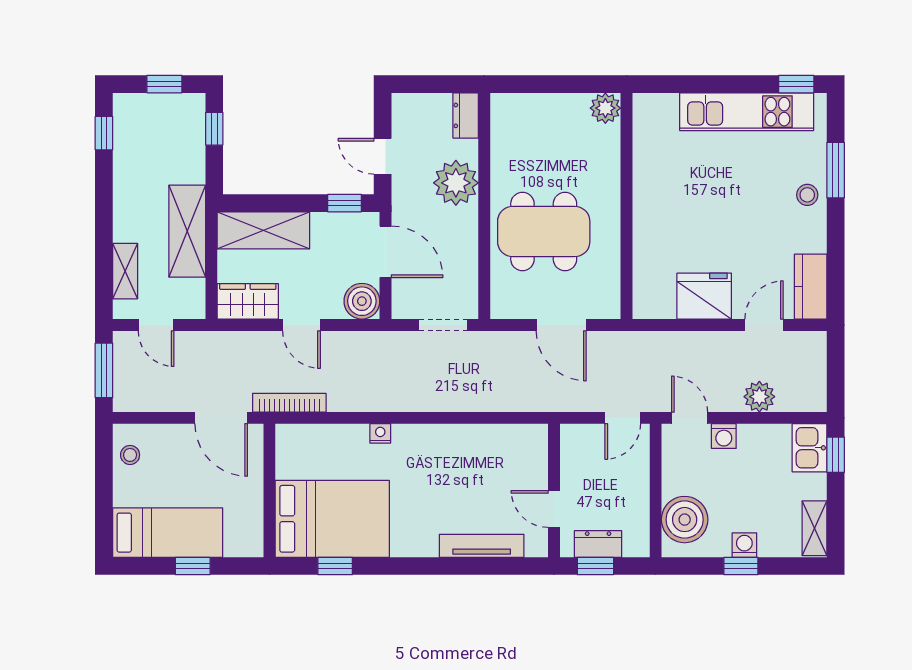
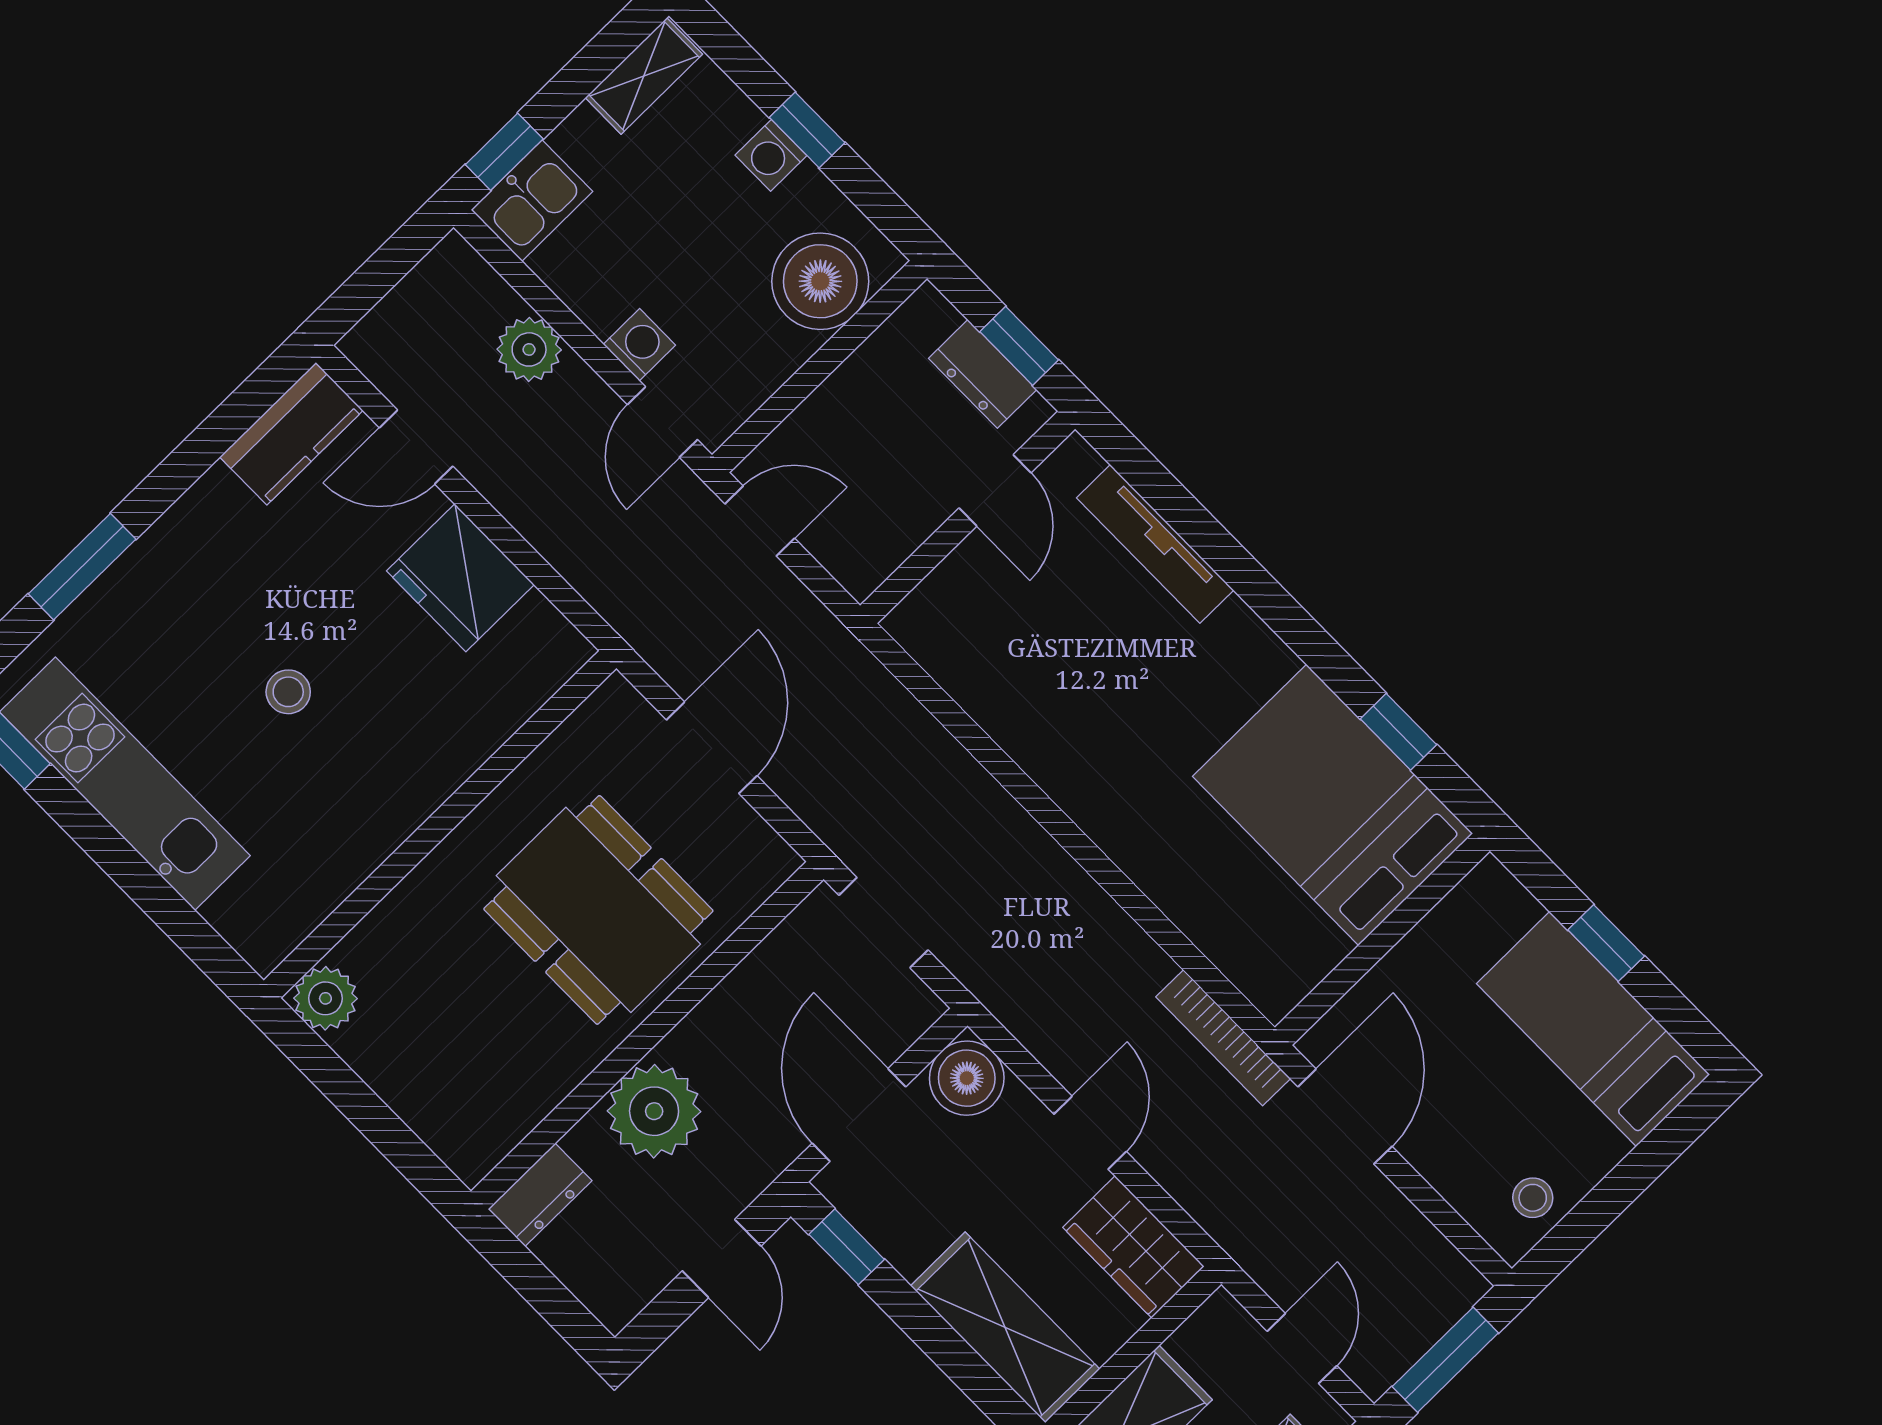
stool: (807, 195) -> (288, 692), moved
nightstand: (380, 433) -> (1136, 858), removed

